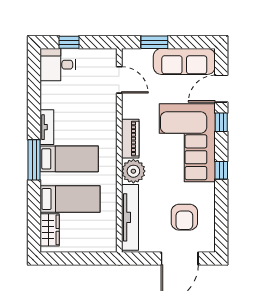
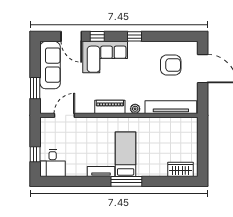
corner sofa: (187, 143) -> (105, 57), width x0.73, depth x0.74
plant: (133, 171) -> (135, 109), width x0.53, depth x0.53
bed: (70, 199) -> (157, 154), removed

